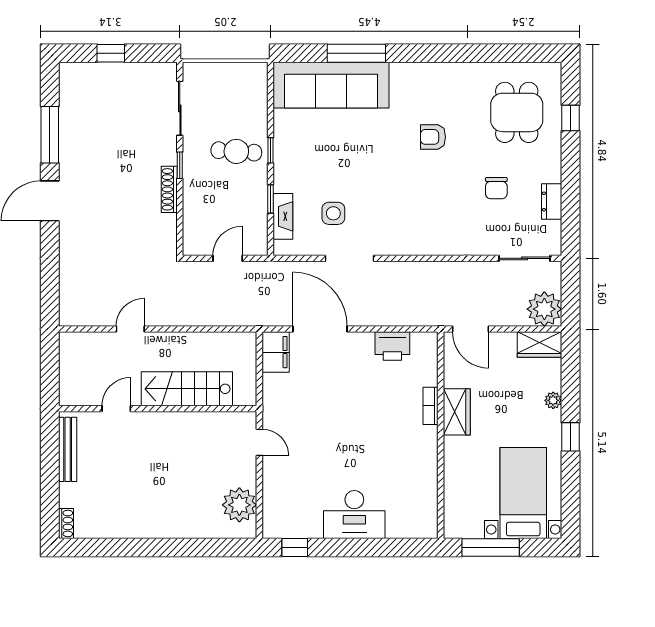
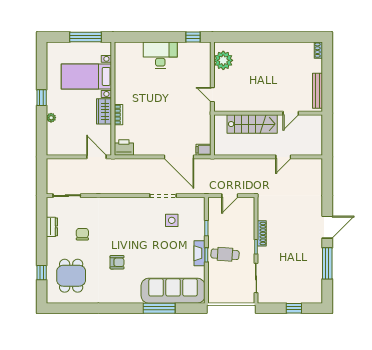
fireplace: (283, 216) -> (199, 253), moved
plant: (544, 309) -> (56, 168), removed
wardrobe: (540, 345) -> (59, 148), removed
printer: (392, 346) -> (124, 148), moved
filing cabinet: (276, 352) -> (203, 150), width x0.50
bed with nightstands: (523, 493) -> (86, 76), moved, turned 90

